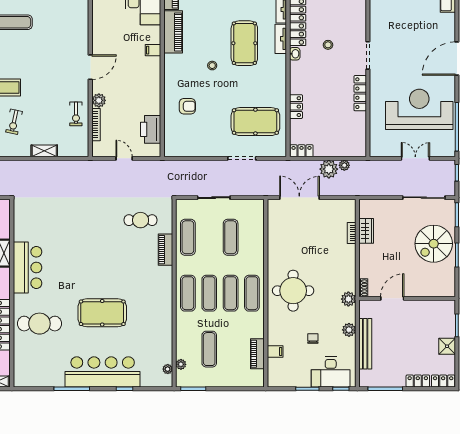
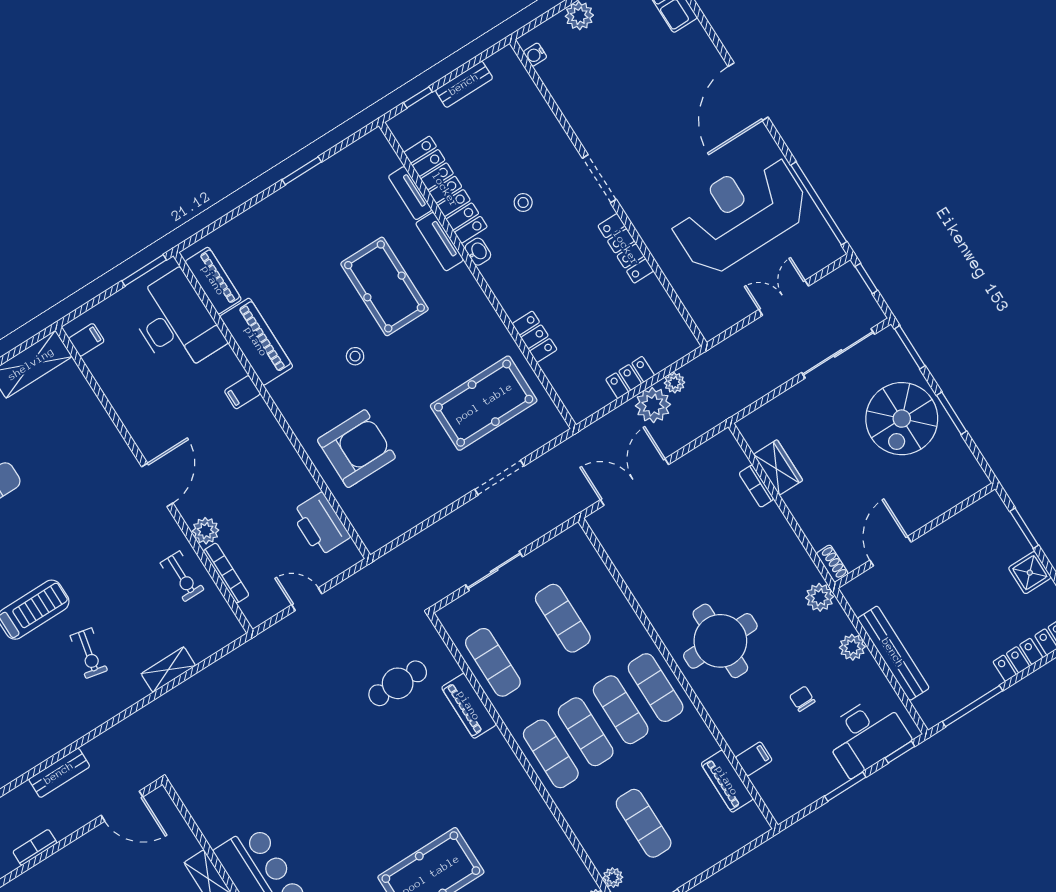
armchair: (187, 106) -> (356, 449), width x1.88, depth x1.88
locker: (302, 151) -> (630, 377), moved

